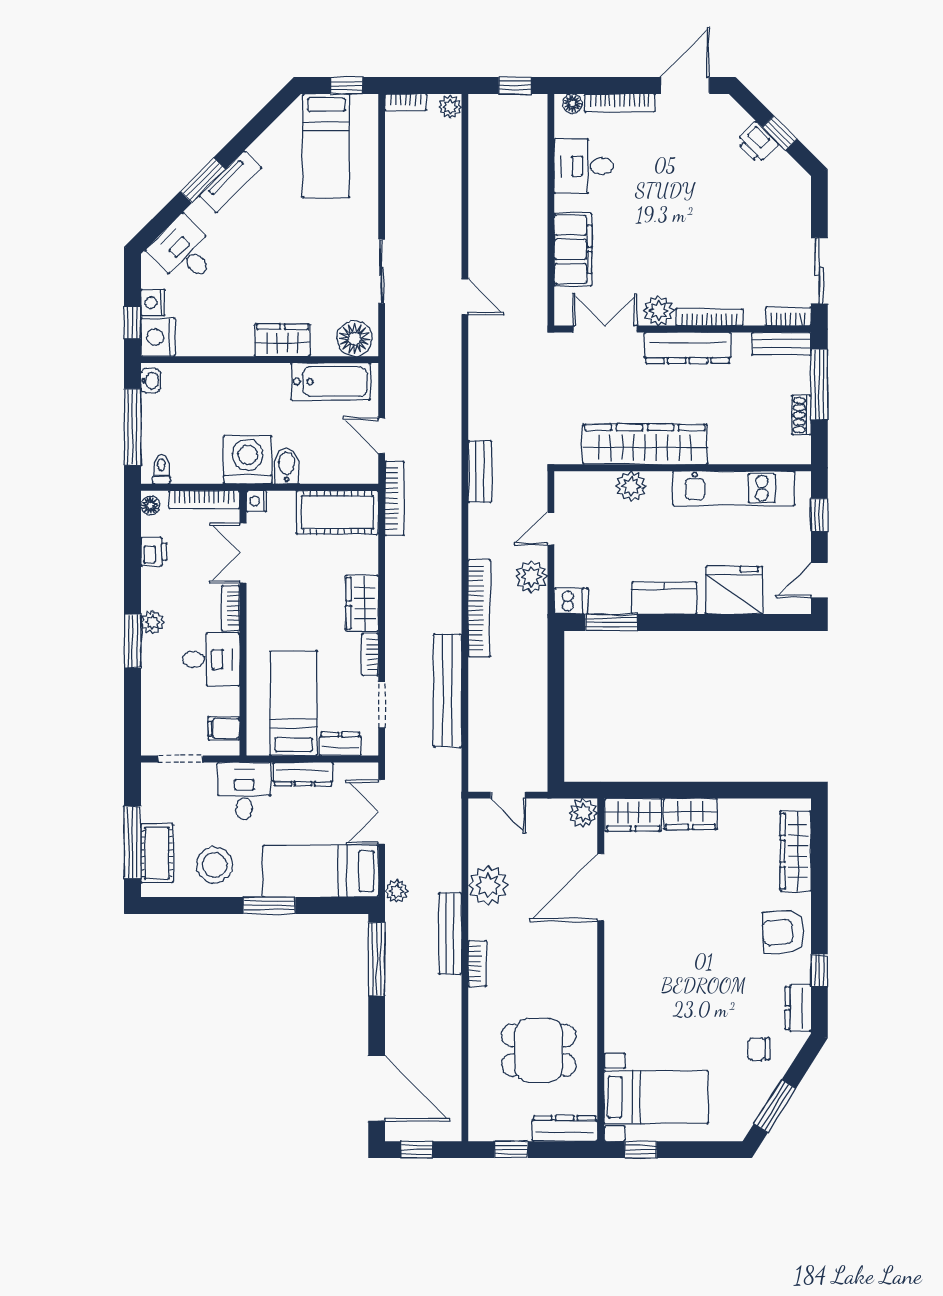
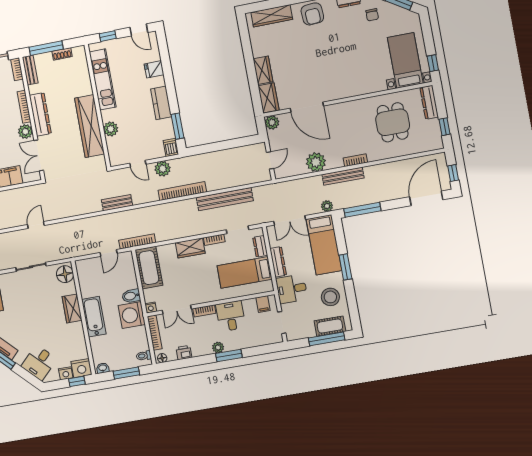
bathtub: (331, 382) -> (94, 317), moved
window: (133, 427) -> (126, 373), width x0.69
fridge: (734, 590) -> (154, 69), width x0.53, depth x0.75

